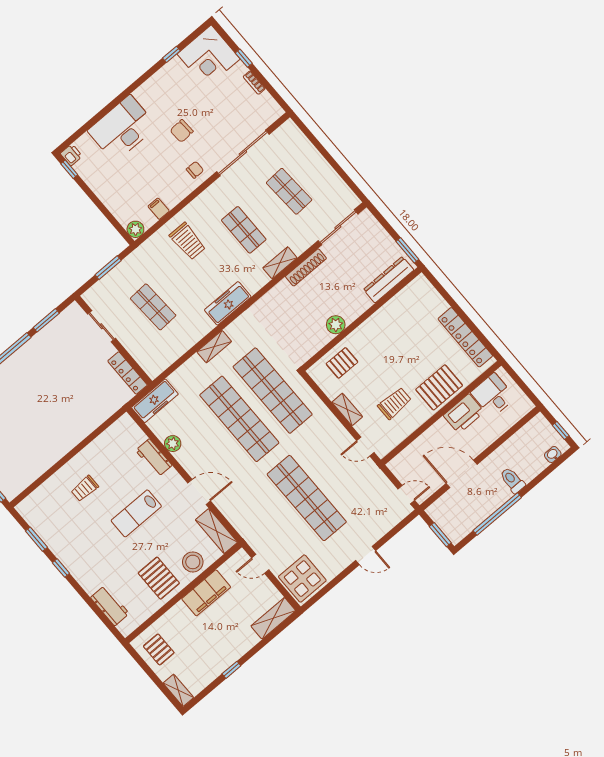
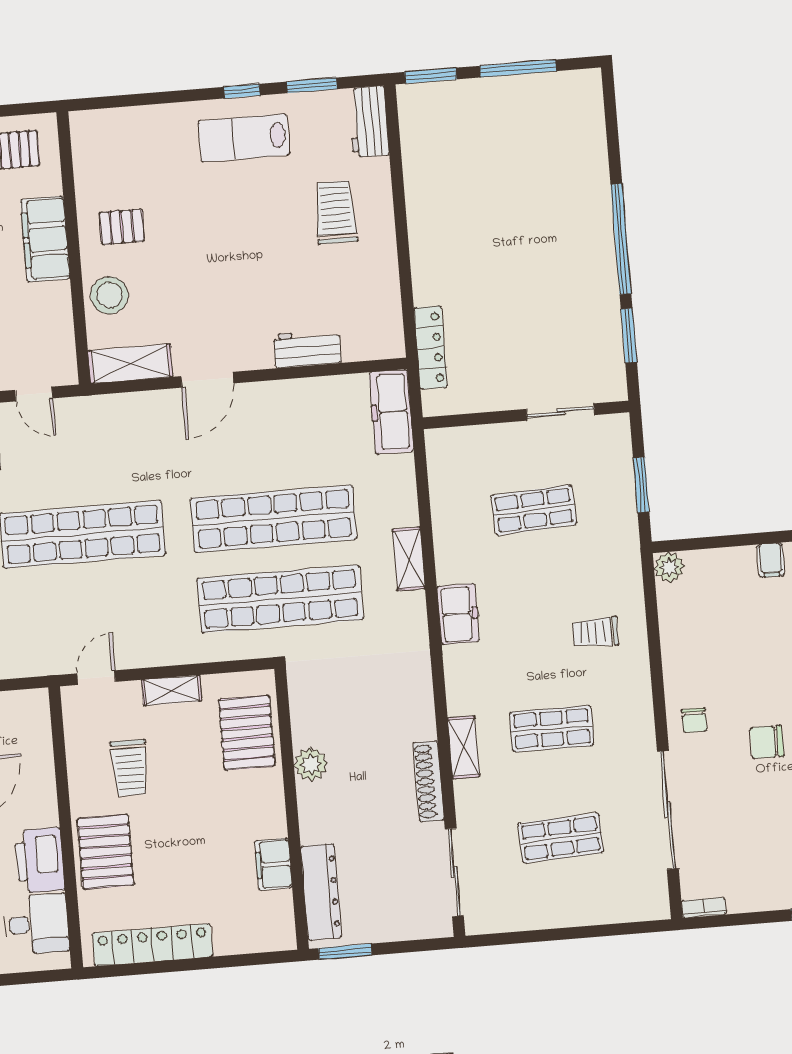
bookcase: (254, 83) -> (704, 908), moved
chair: (182, 131) -> (767, 742), turned -87
filing cabinet: (159, 209) -> (771, 560), moved, turned 90
trolley: (188, 241) -> (595, 632), width x0.73, depth x0.72
freezer: (228, 303) -> (458, 614), width x0.71
filing cabinet: (392, 310) -> (274, 864), added
pallet: (342, 363) -> (247, 733), width x1.50, depth x1.42
locker: (127, 373) -> (431, 348), moved, turned 90
plant: (173, 444) -> (308, 392), removed
trolley: (85, 488) -> (336, 212), width x1.36, depth x1.39
lab bench: (136, 513) -> (244, 138), moved, turned -90
door: (260, 564) -> (34, 394), swing flipped
pallet: (159, 578) -> (122, 227), width x0.67, depth x0.71
filing cabinet: (206, 593) -> (45, 239), moved
workbench: (110, 606) -> (369, 122), moved, turned 90

